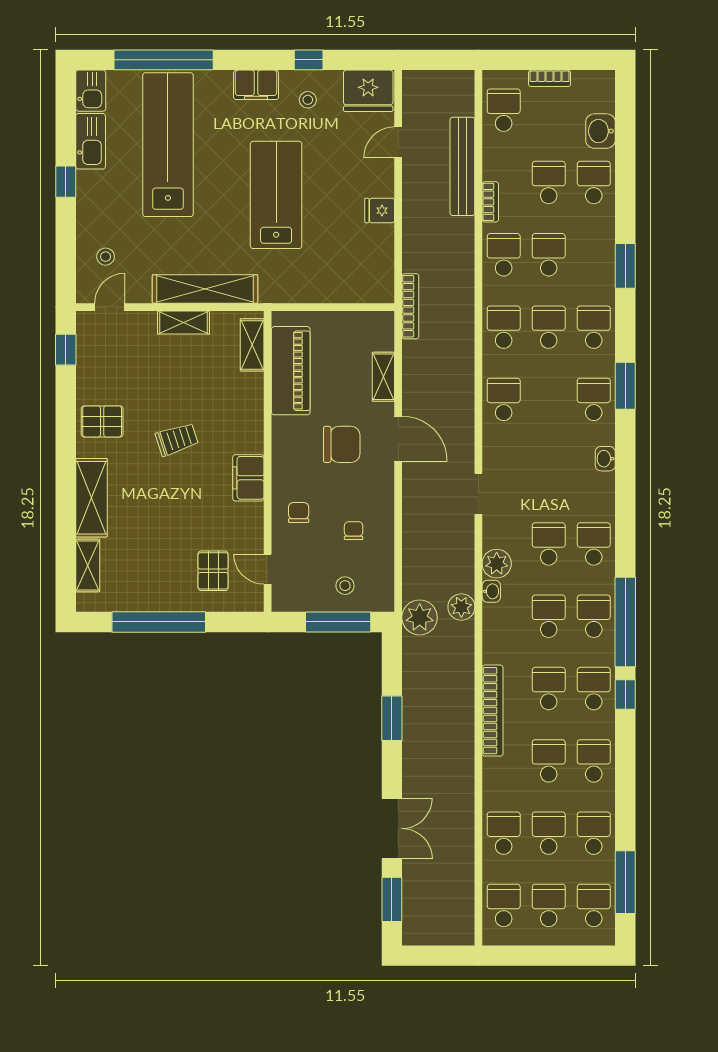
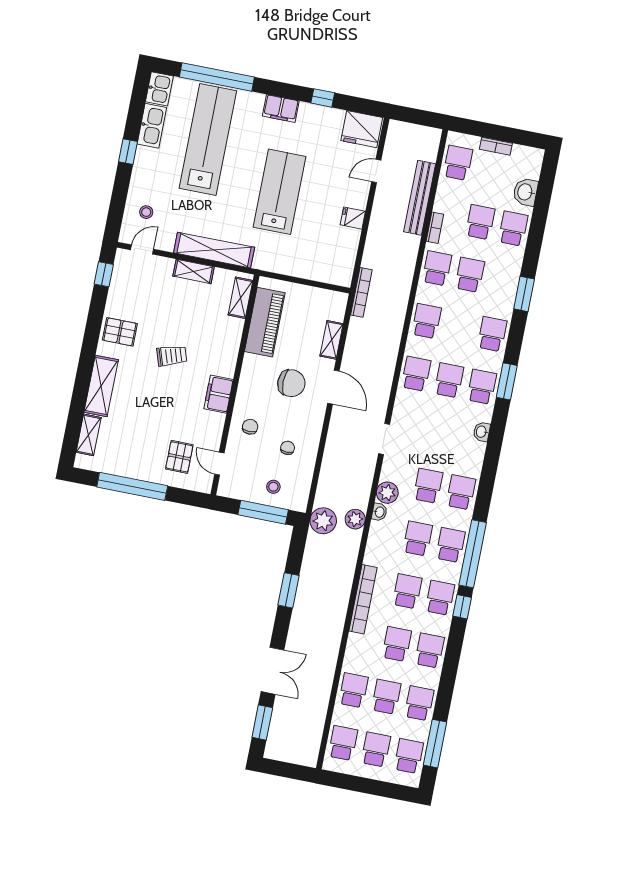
stool: (308, 100) -> (316, 127), removed
school desk: (549, 327) -> (449, 380), moved

